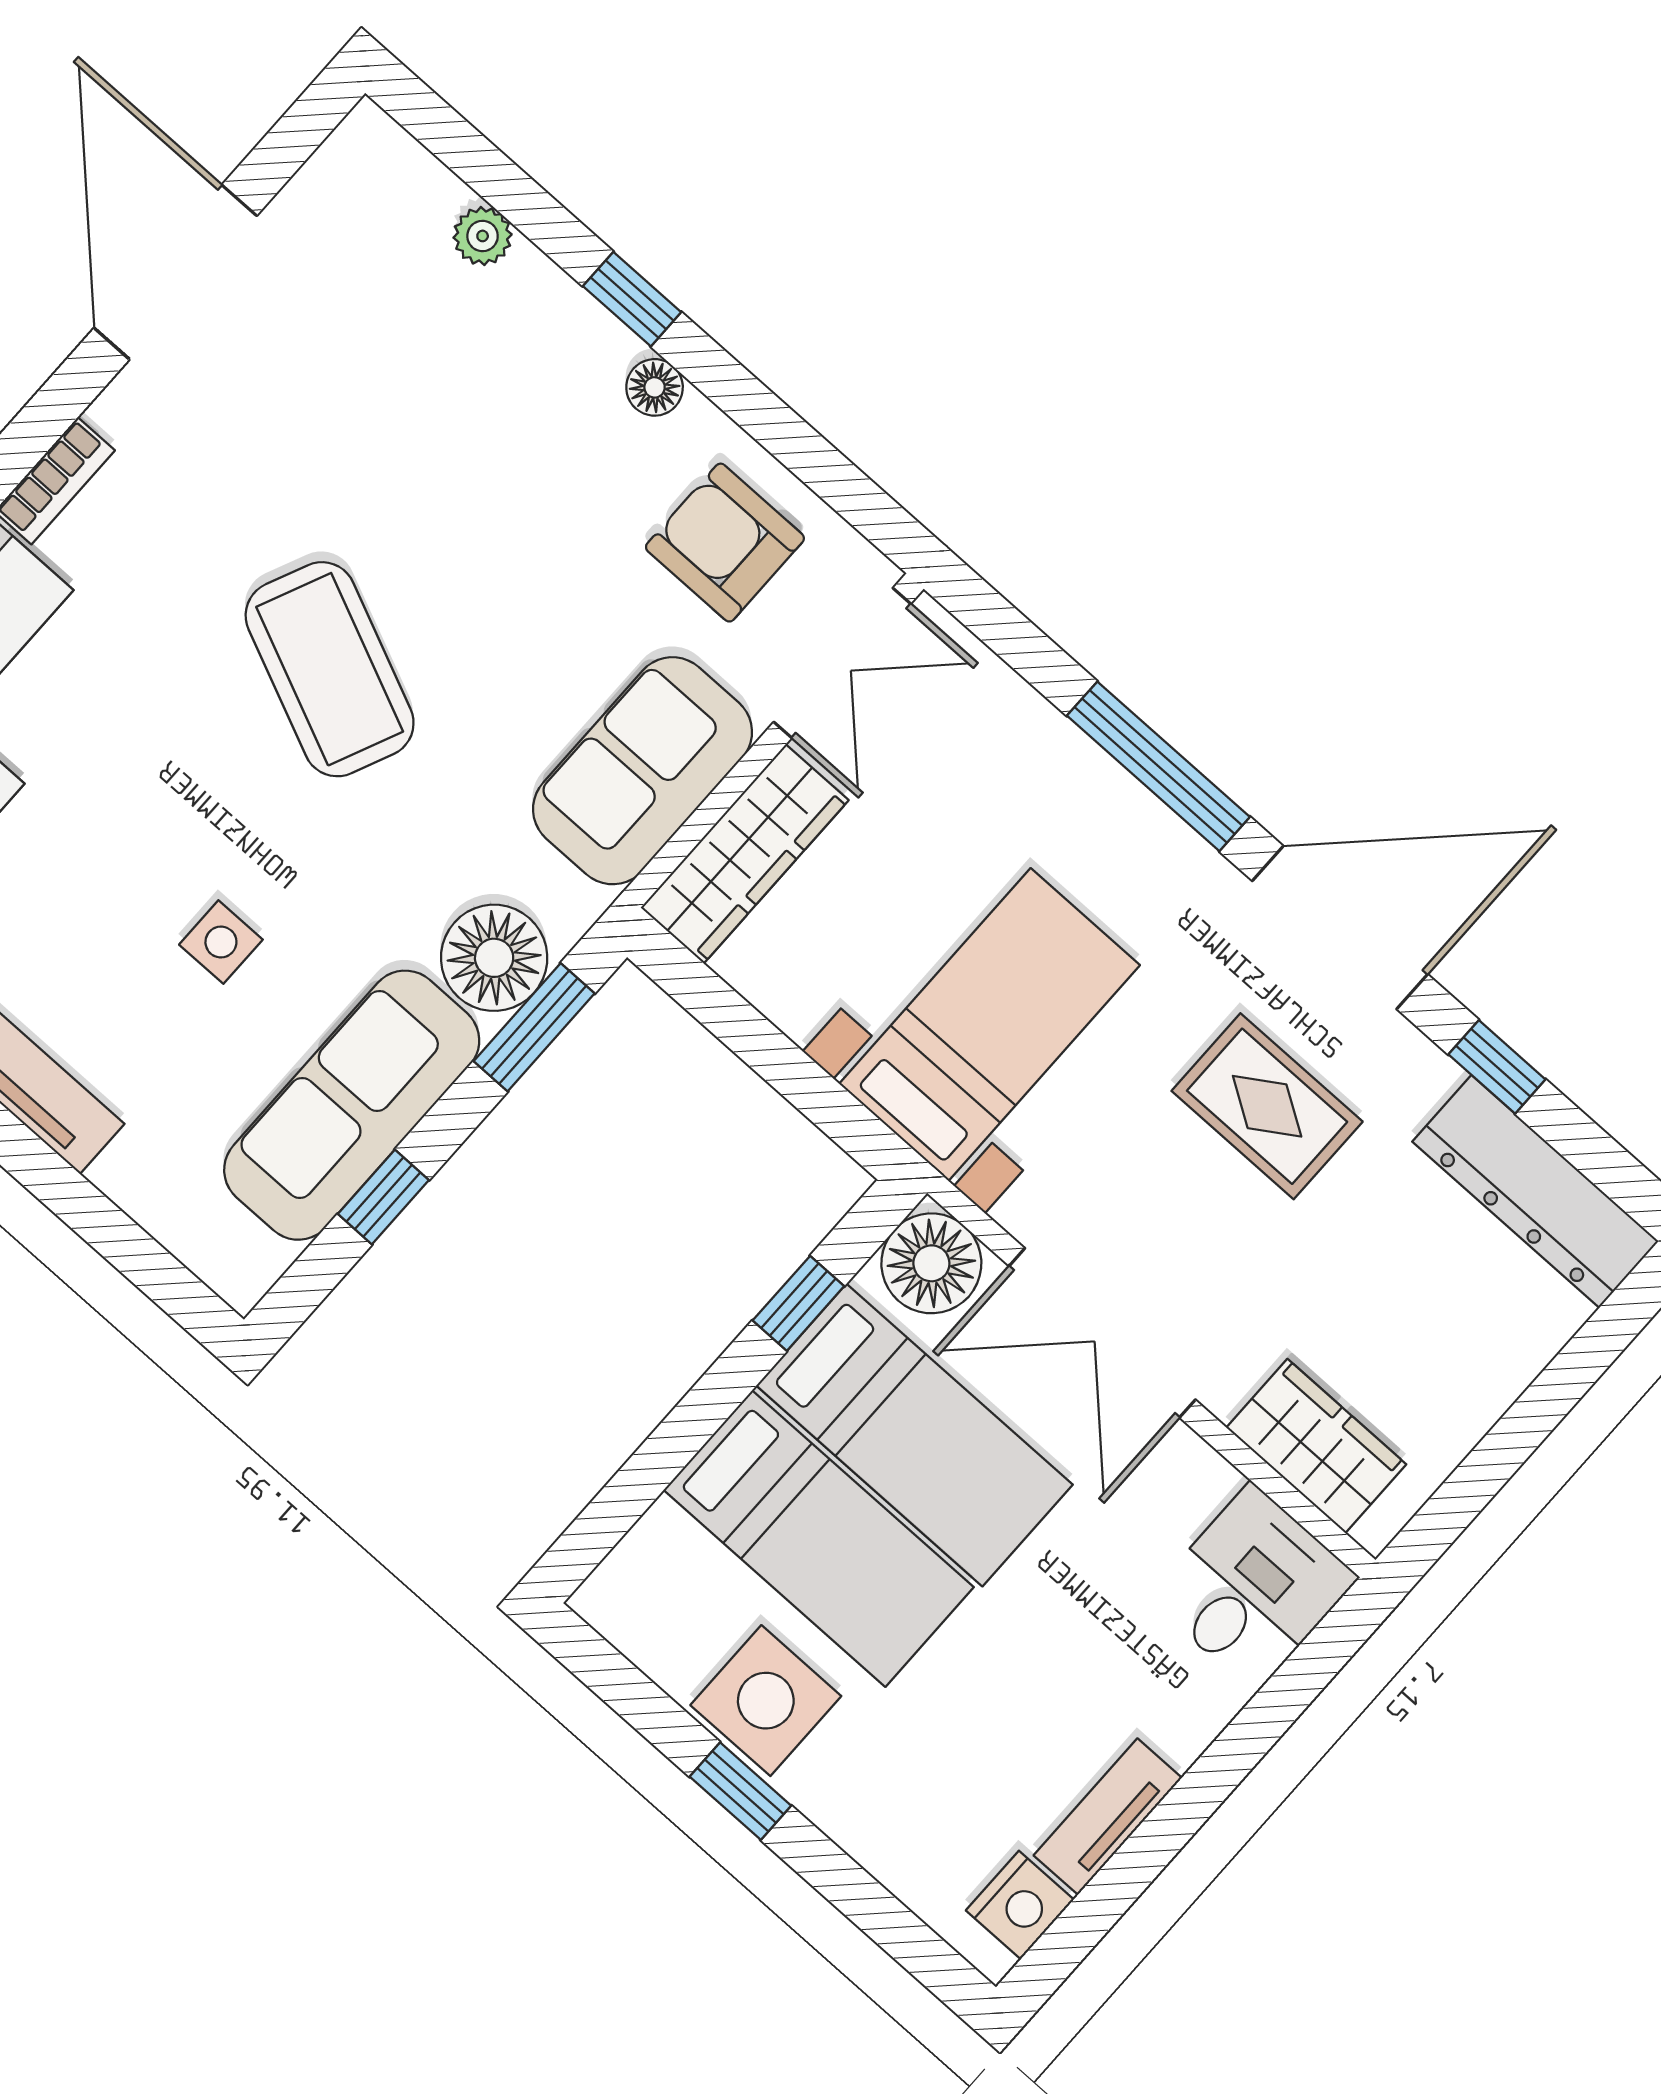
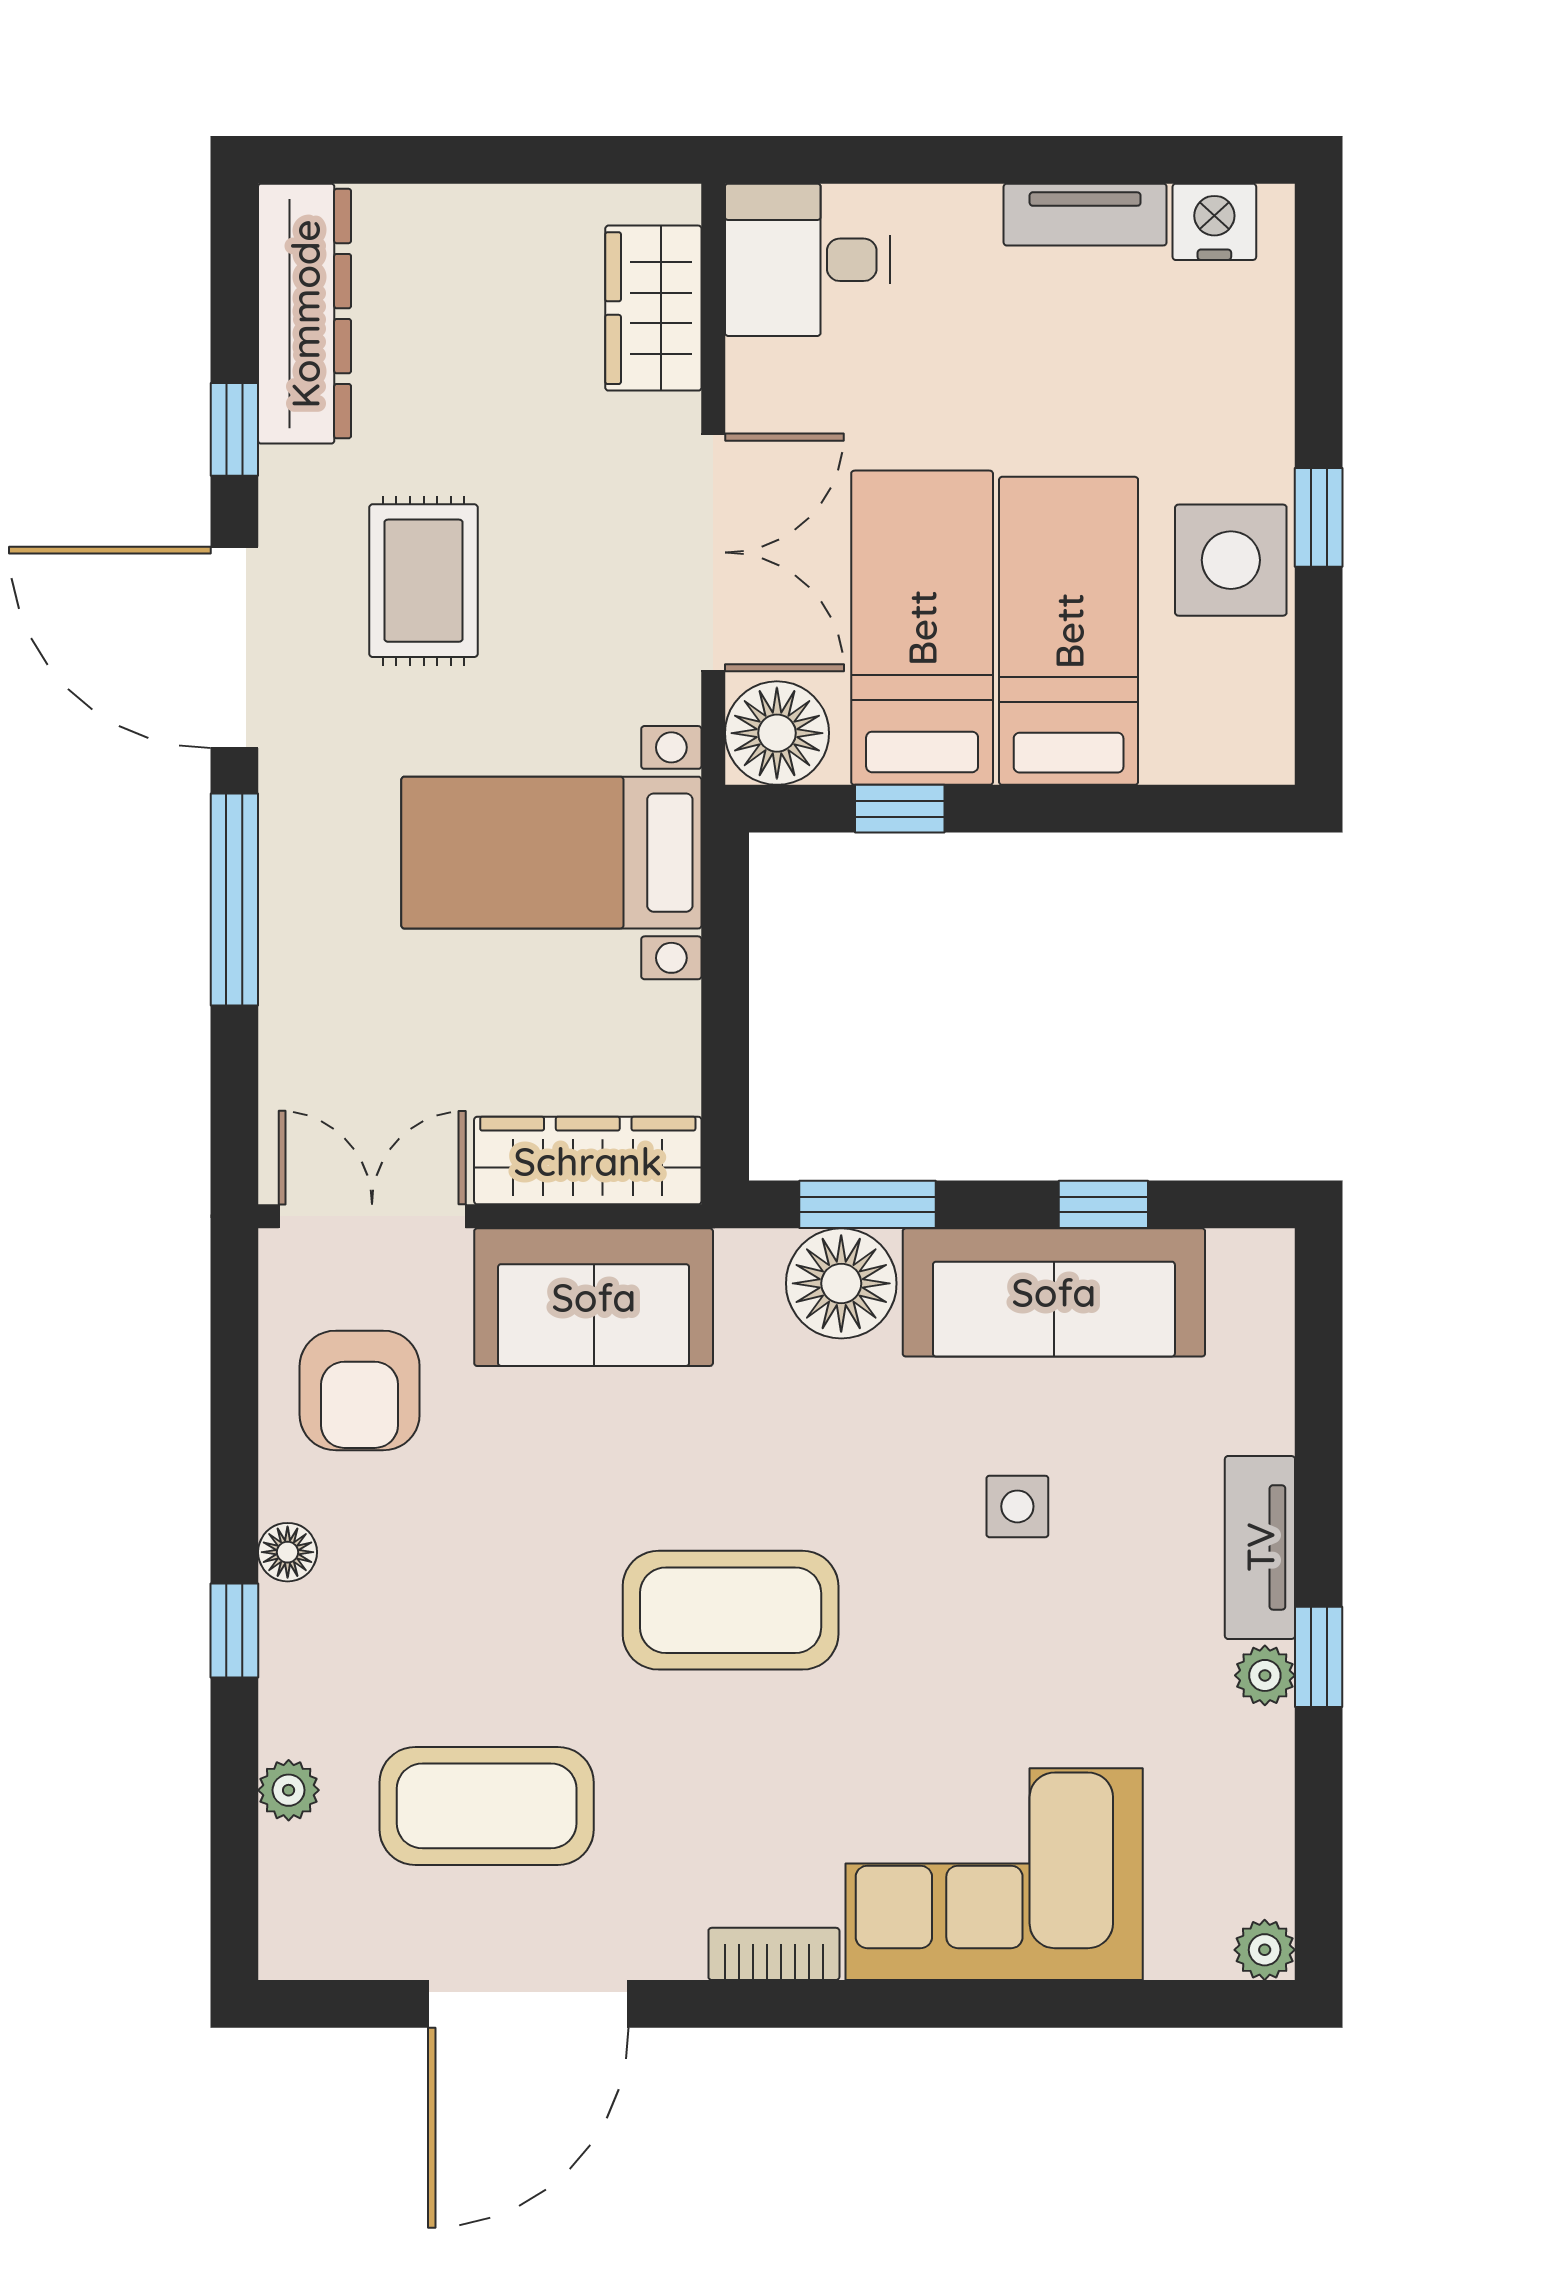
coffee table: (345, 368) -> (487, 1806), added
coffee table: (330, 669) -> (731, 1610), turned 66

